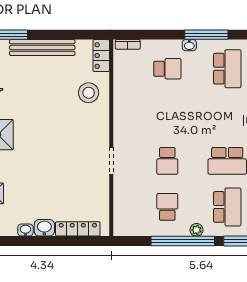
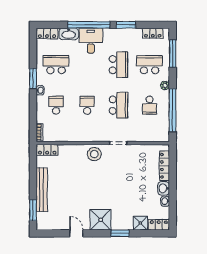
window: (206, 35) -> (33, 79), width x0.69
stool: (89, 93) -> (94, 154), moved
school desk: (167, 115) -> (87, 105), added
school desk: (167, 161) -> (118, 105), width x1.85
school desk: (167, 207) -> (150, 105), turned -90
window: (183, 241) -> (173, 110), moved

